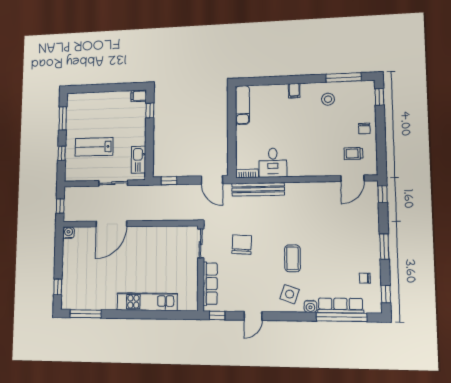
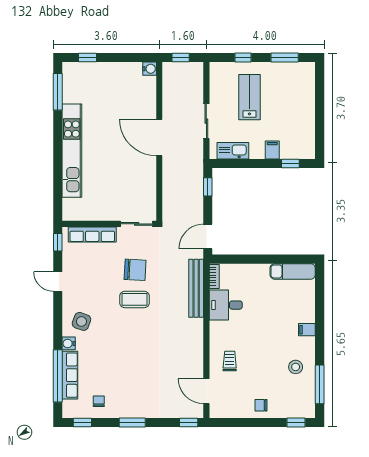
filing cabinet: (139, 96) -> (272, 150), moved
trolley: (353, 153) -> (230, 361), moved
door: (111, 224) -> (159, 138), moved
coffee table: (292, 258) -> (135, 299), moved
kitchen unit: (147, 302) -> (72, 151), width x1.36

